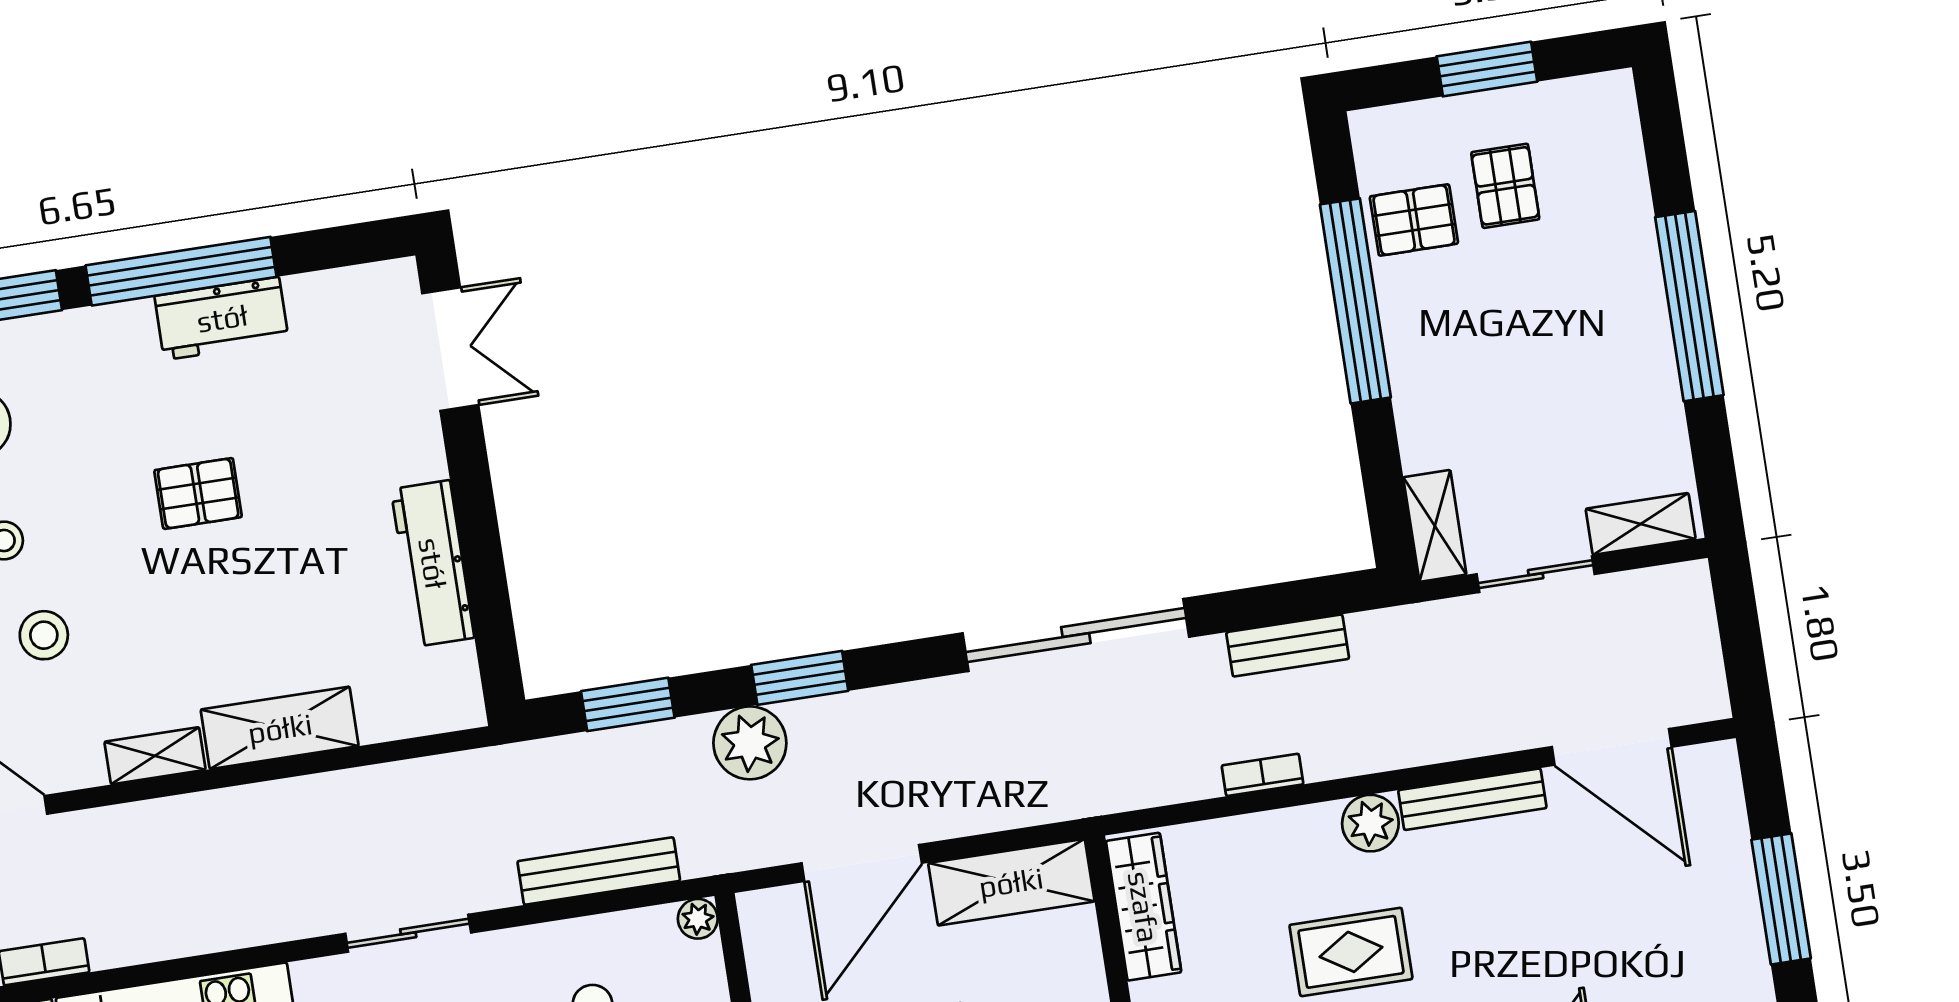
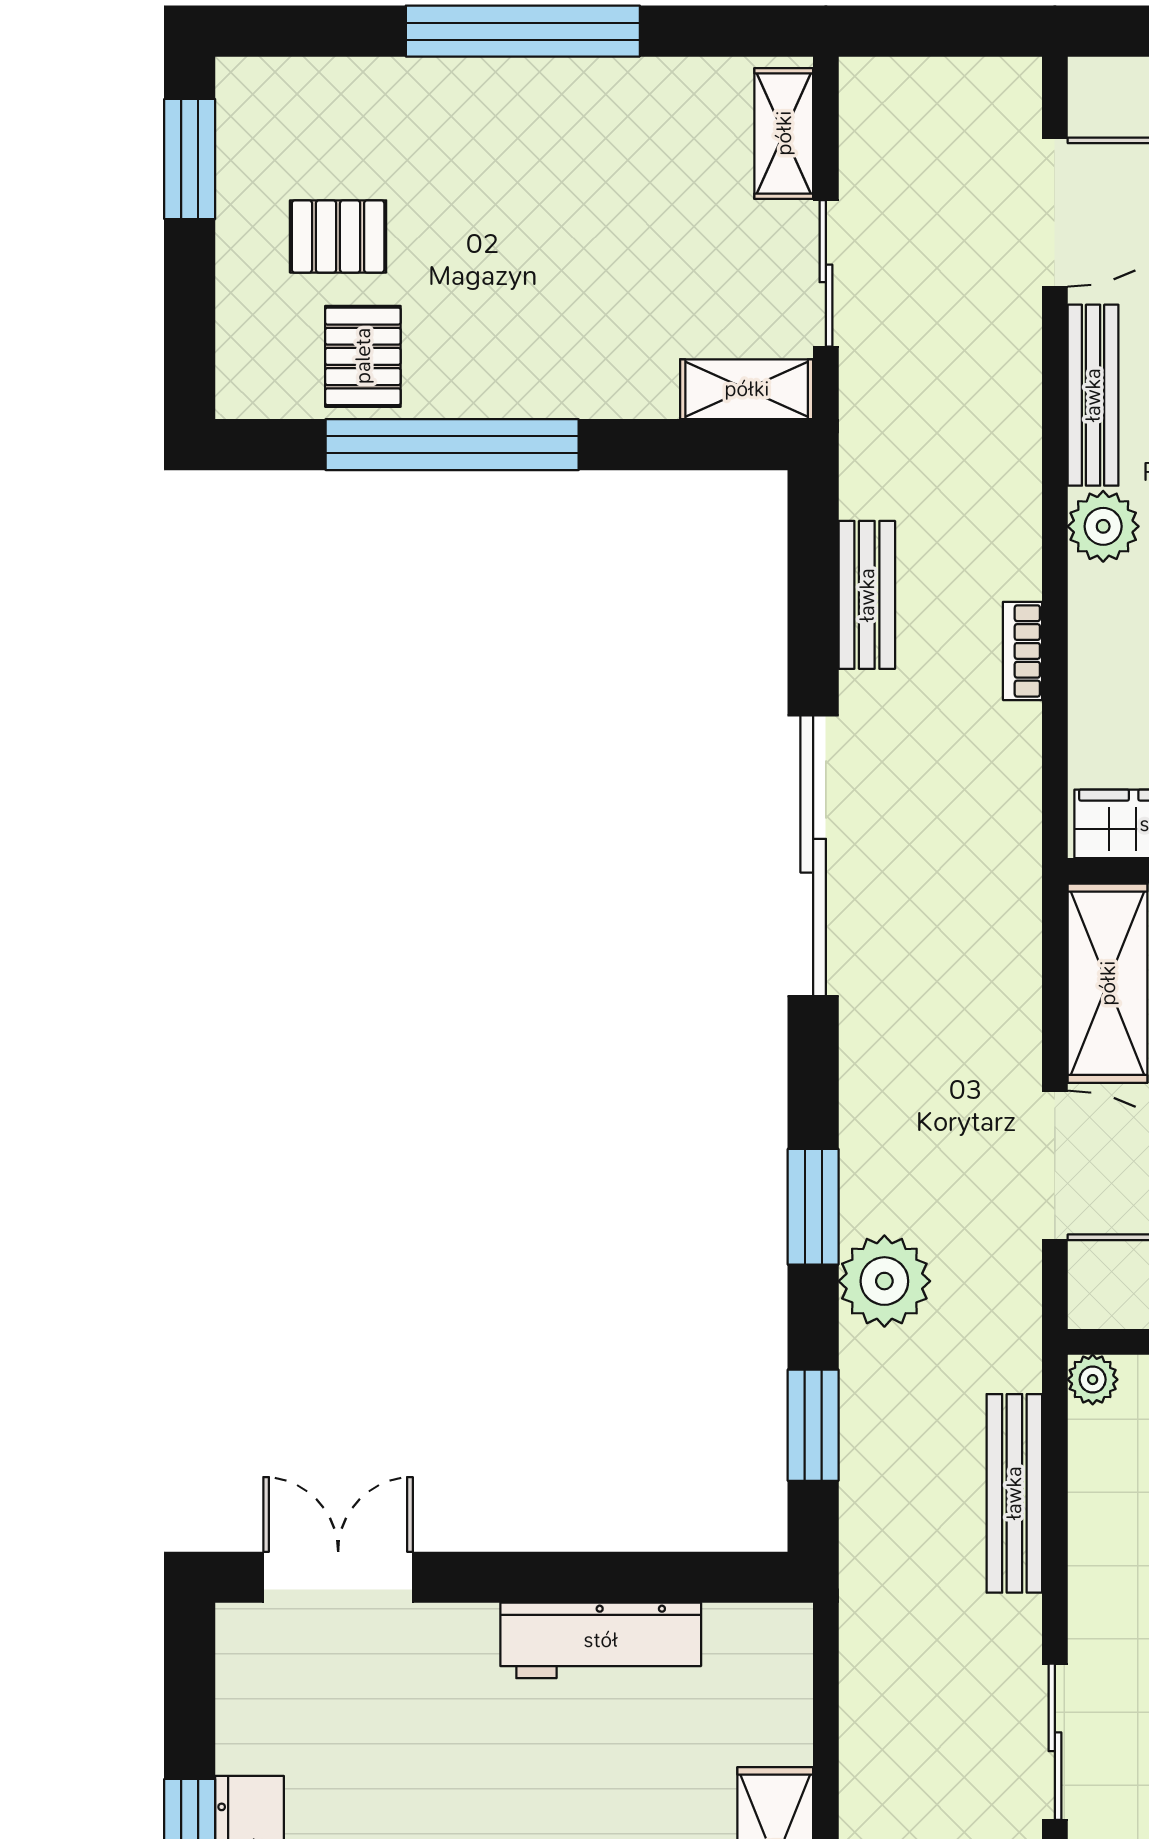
window: (1487, 69) -> (190, 159), moved

